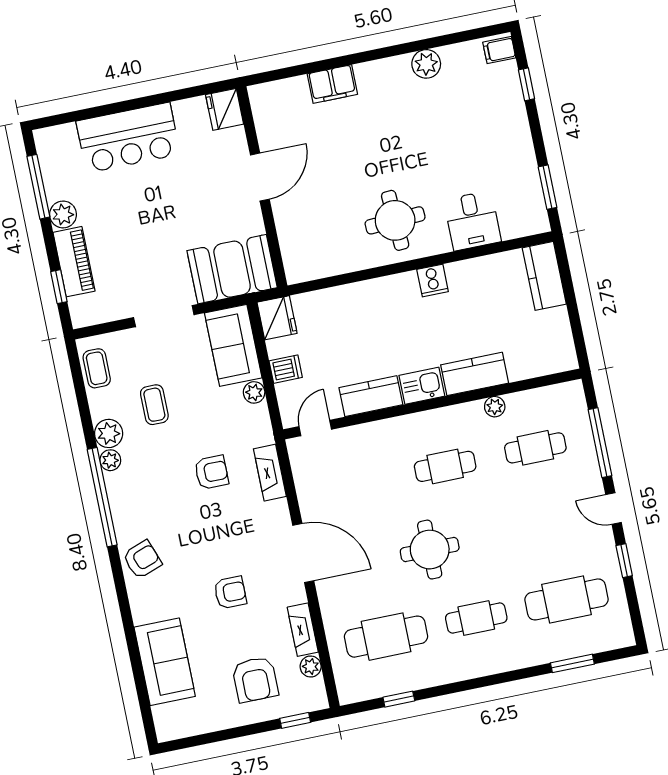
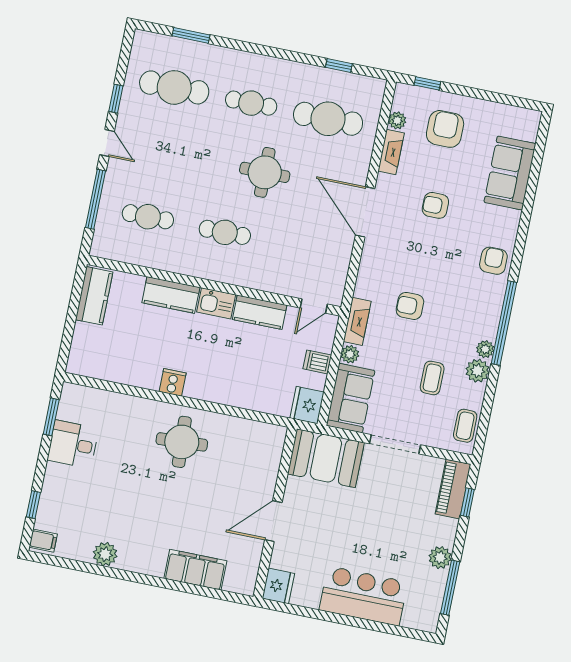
filing cabinet: (332, 84) -> (195, 570), width x1.50, depth x1.17
desk: (472, 221) -> (73, 444), moved, turned -90
piano: (74, 262) -> (453, 489), moved
kitchen counter: (544, 276) -> (94, 296), moved
plant: (495, 407) -> (166, 263), removed
fireplace: (270, 473) -> (357, 321), moved
armchair: (142, 559) -> (493, 261), turned 110

